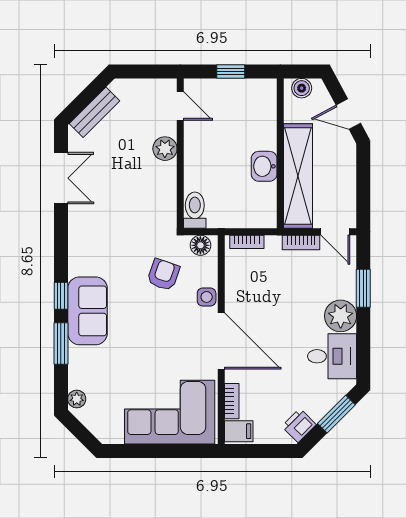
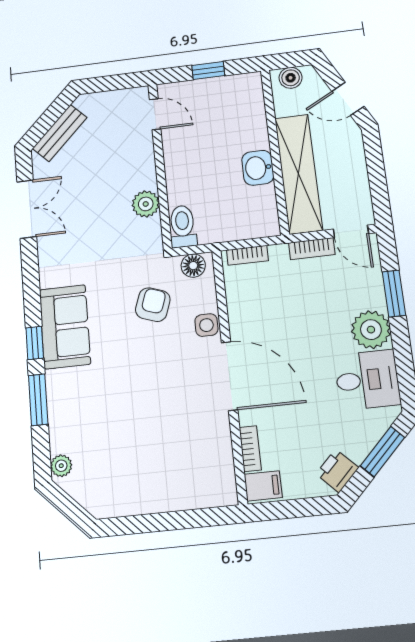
plant: (165, 149) -> (146, 204), moved
sofa: (88, 311) -> (65, 327), moved
corner sofa: (170, 412) -> (175, 470), removed

